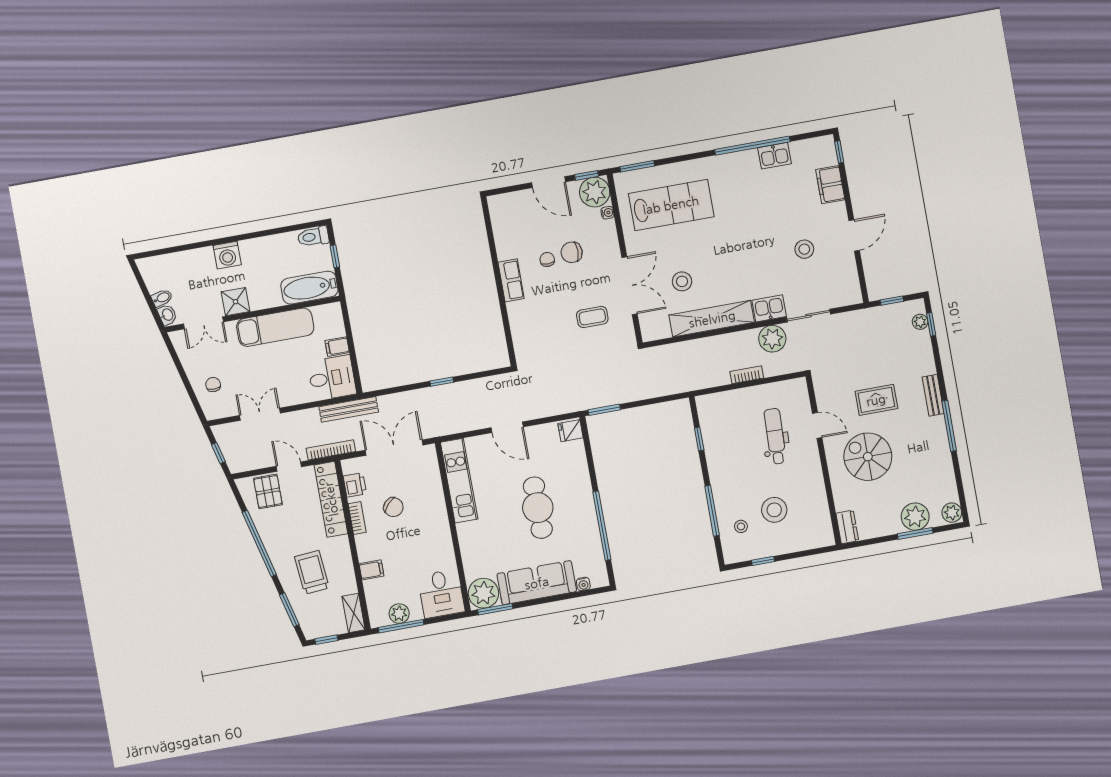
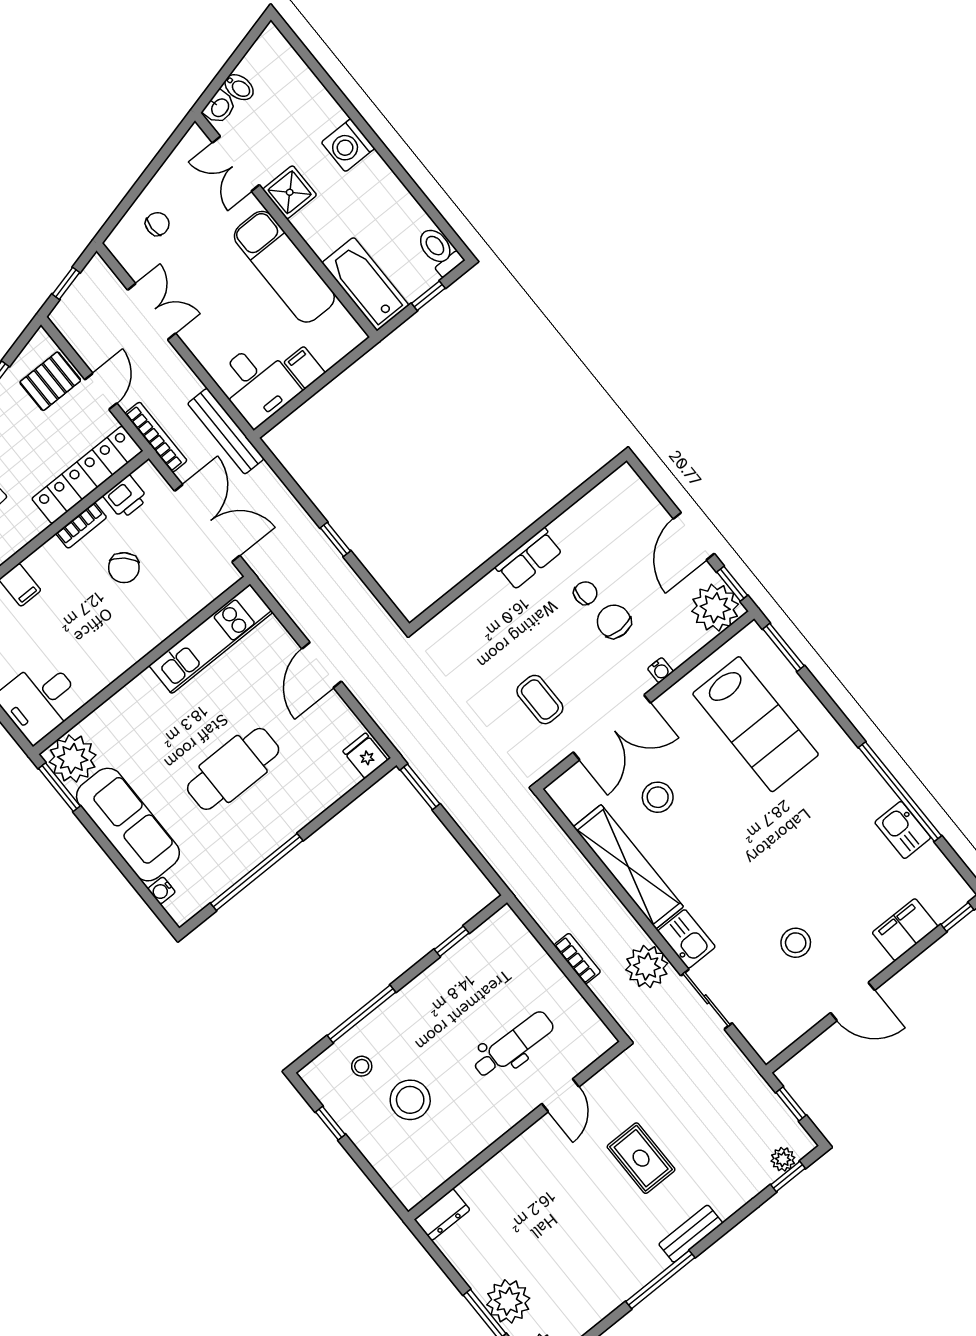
water cooler: (607, 213) -> (660, 670), moved
spiral stairs: (868, 457) -> (556, 1190), removed

